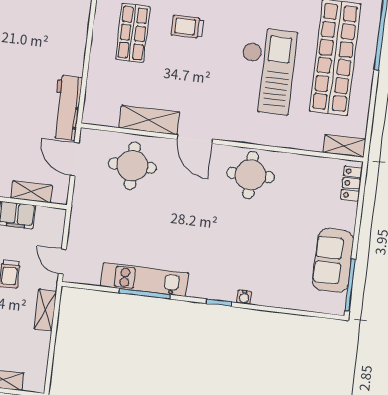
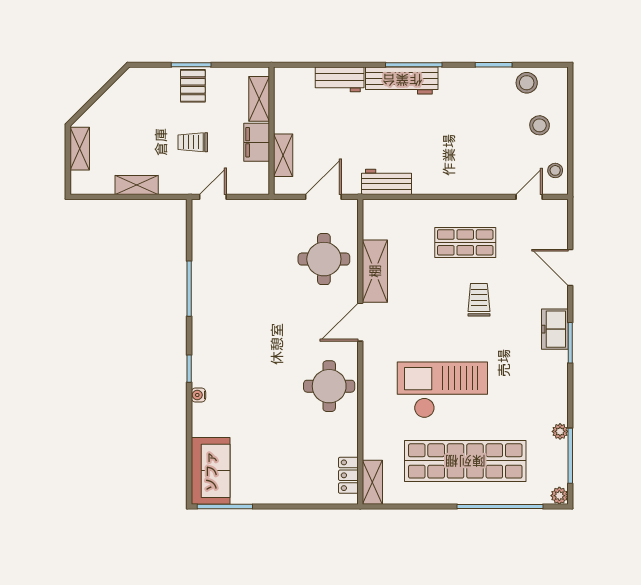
checkout: (267, 71) -> (442, 390), turned 180
workbench: (67, 108) -> (386, 182), width x0.73
locker: (352, 183) -> (348, 475), moved, turned -90
sofa: (333, 261) -> (211, 471), moved, turned 90
kitchen unit: (145, 280) -> (204, 287), removed
shelving: (45, 310) -> (137, 185), moved

